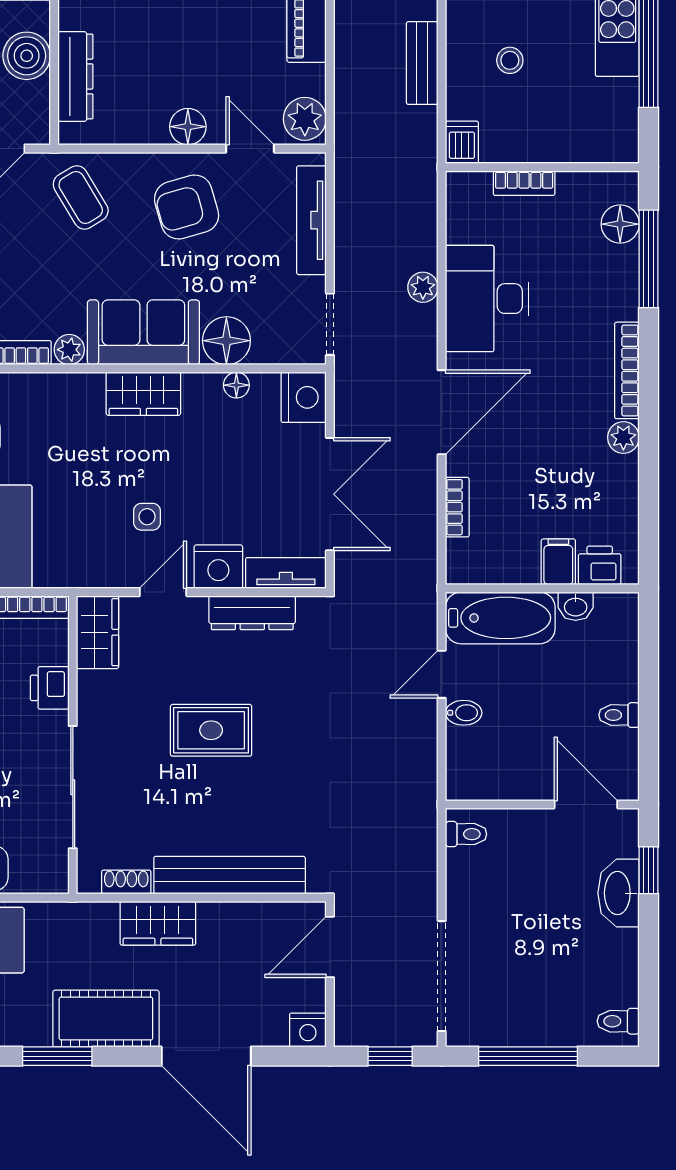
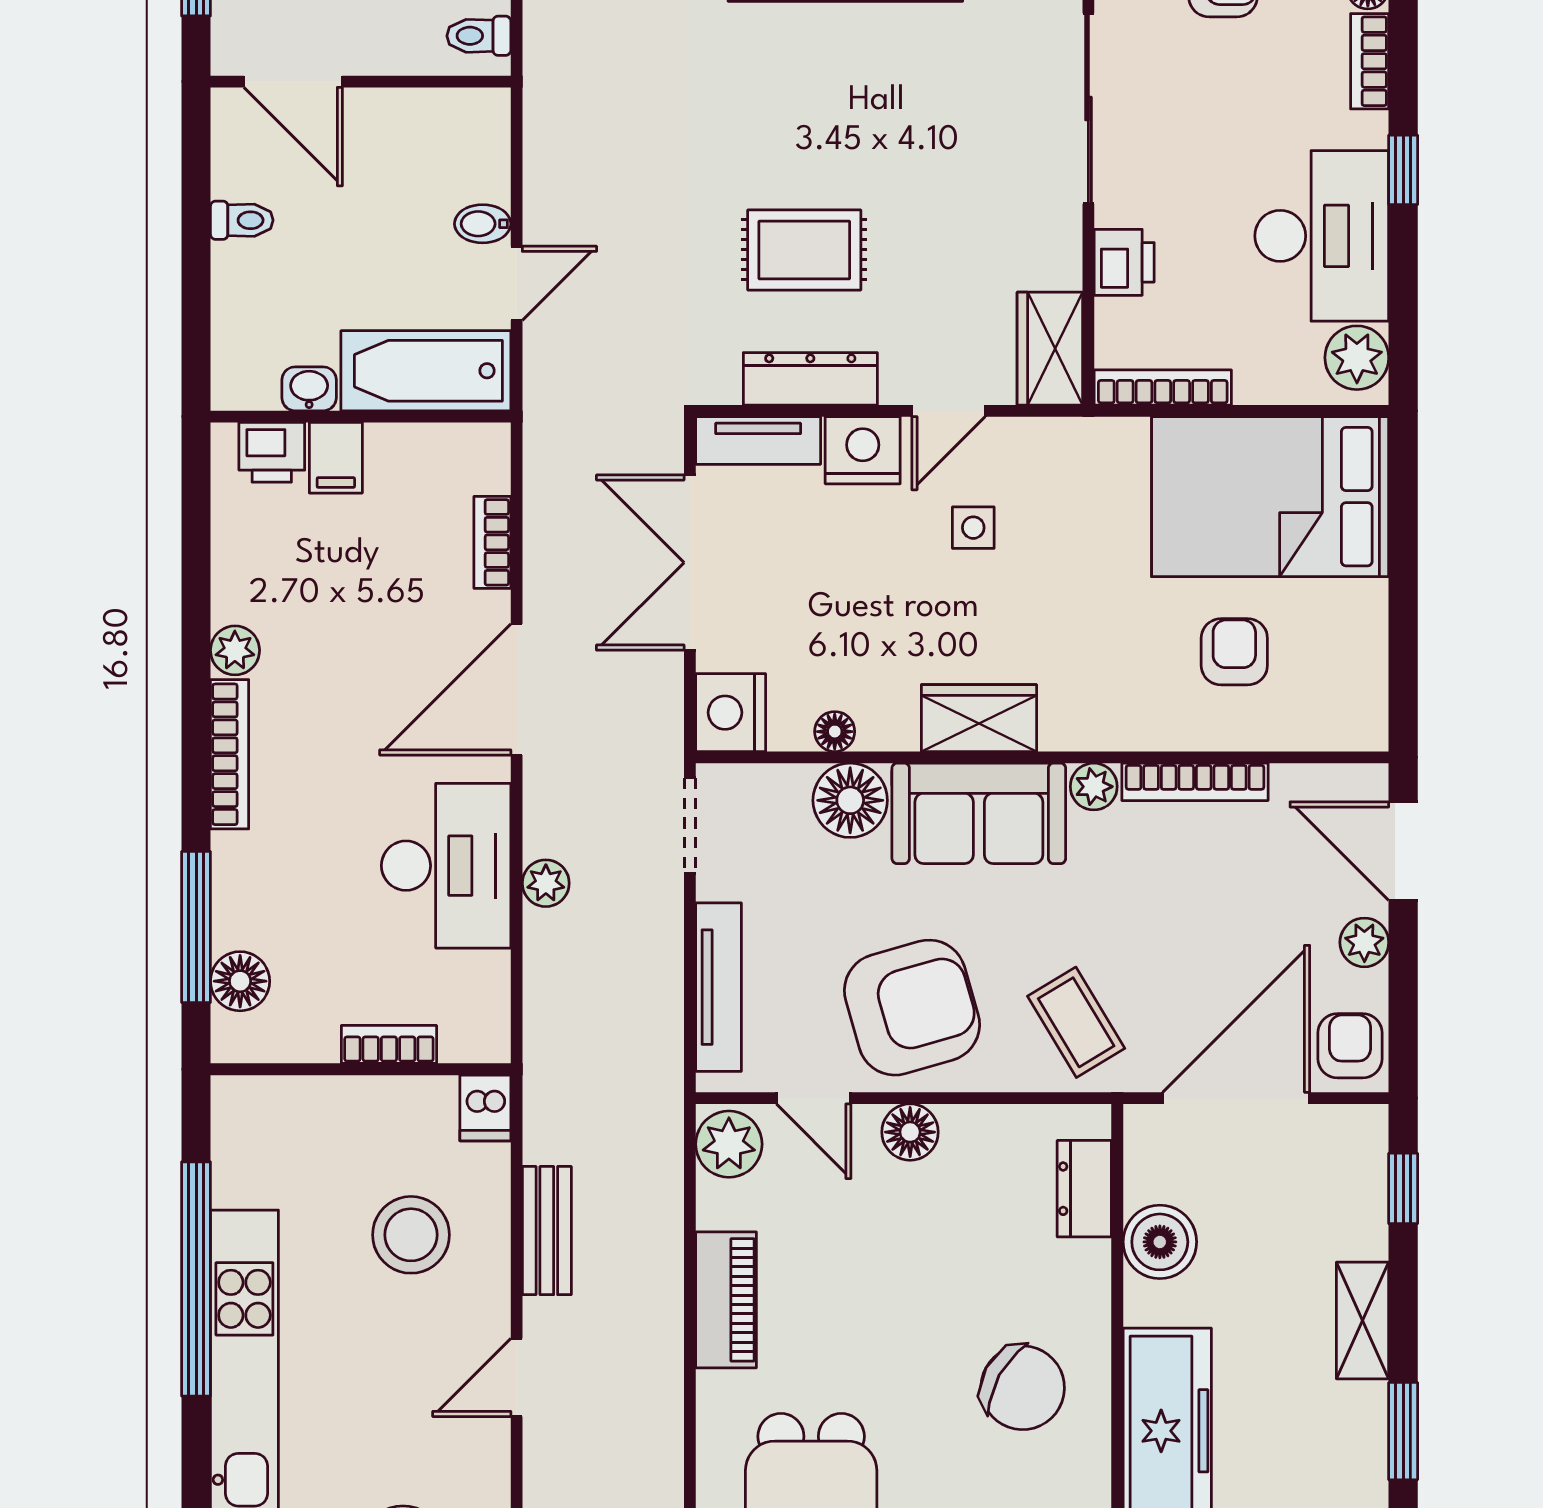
stool: (510, 60) -> (411, 1235), width x1.89, depth x1.89
dresser: (75, 76) -> (1084, 1189), width x0.70
armchair: (187, 207) -> (912, 1008), width x1.36, depth x1.36
rug: (211, 730) -> (804, 250), moved

